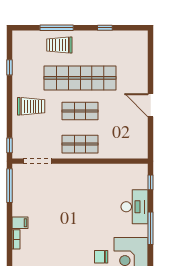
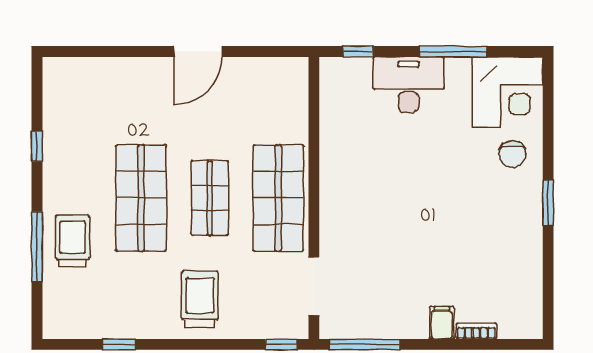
trolley: (59, 45) -> (73, 241), turned 180
shop shelf: (80, 78) -> (141, 198), width x0.71
shop shelf: (80, 144) -> (278, 198), width x1.43, depth x1.36

